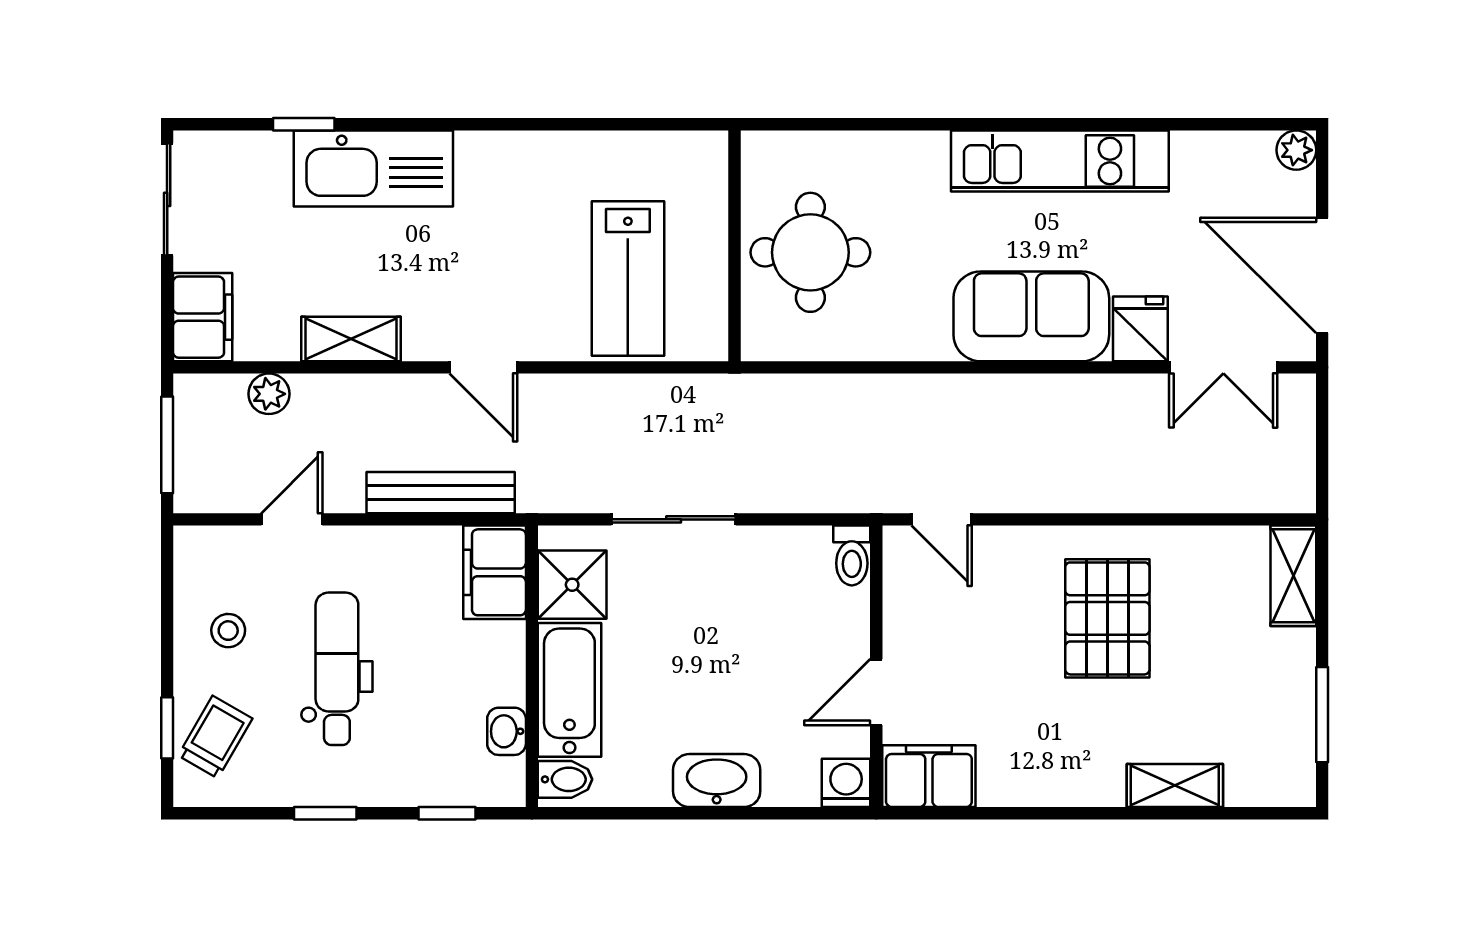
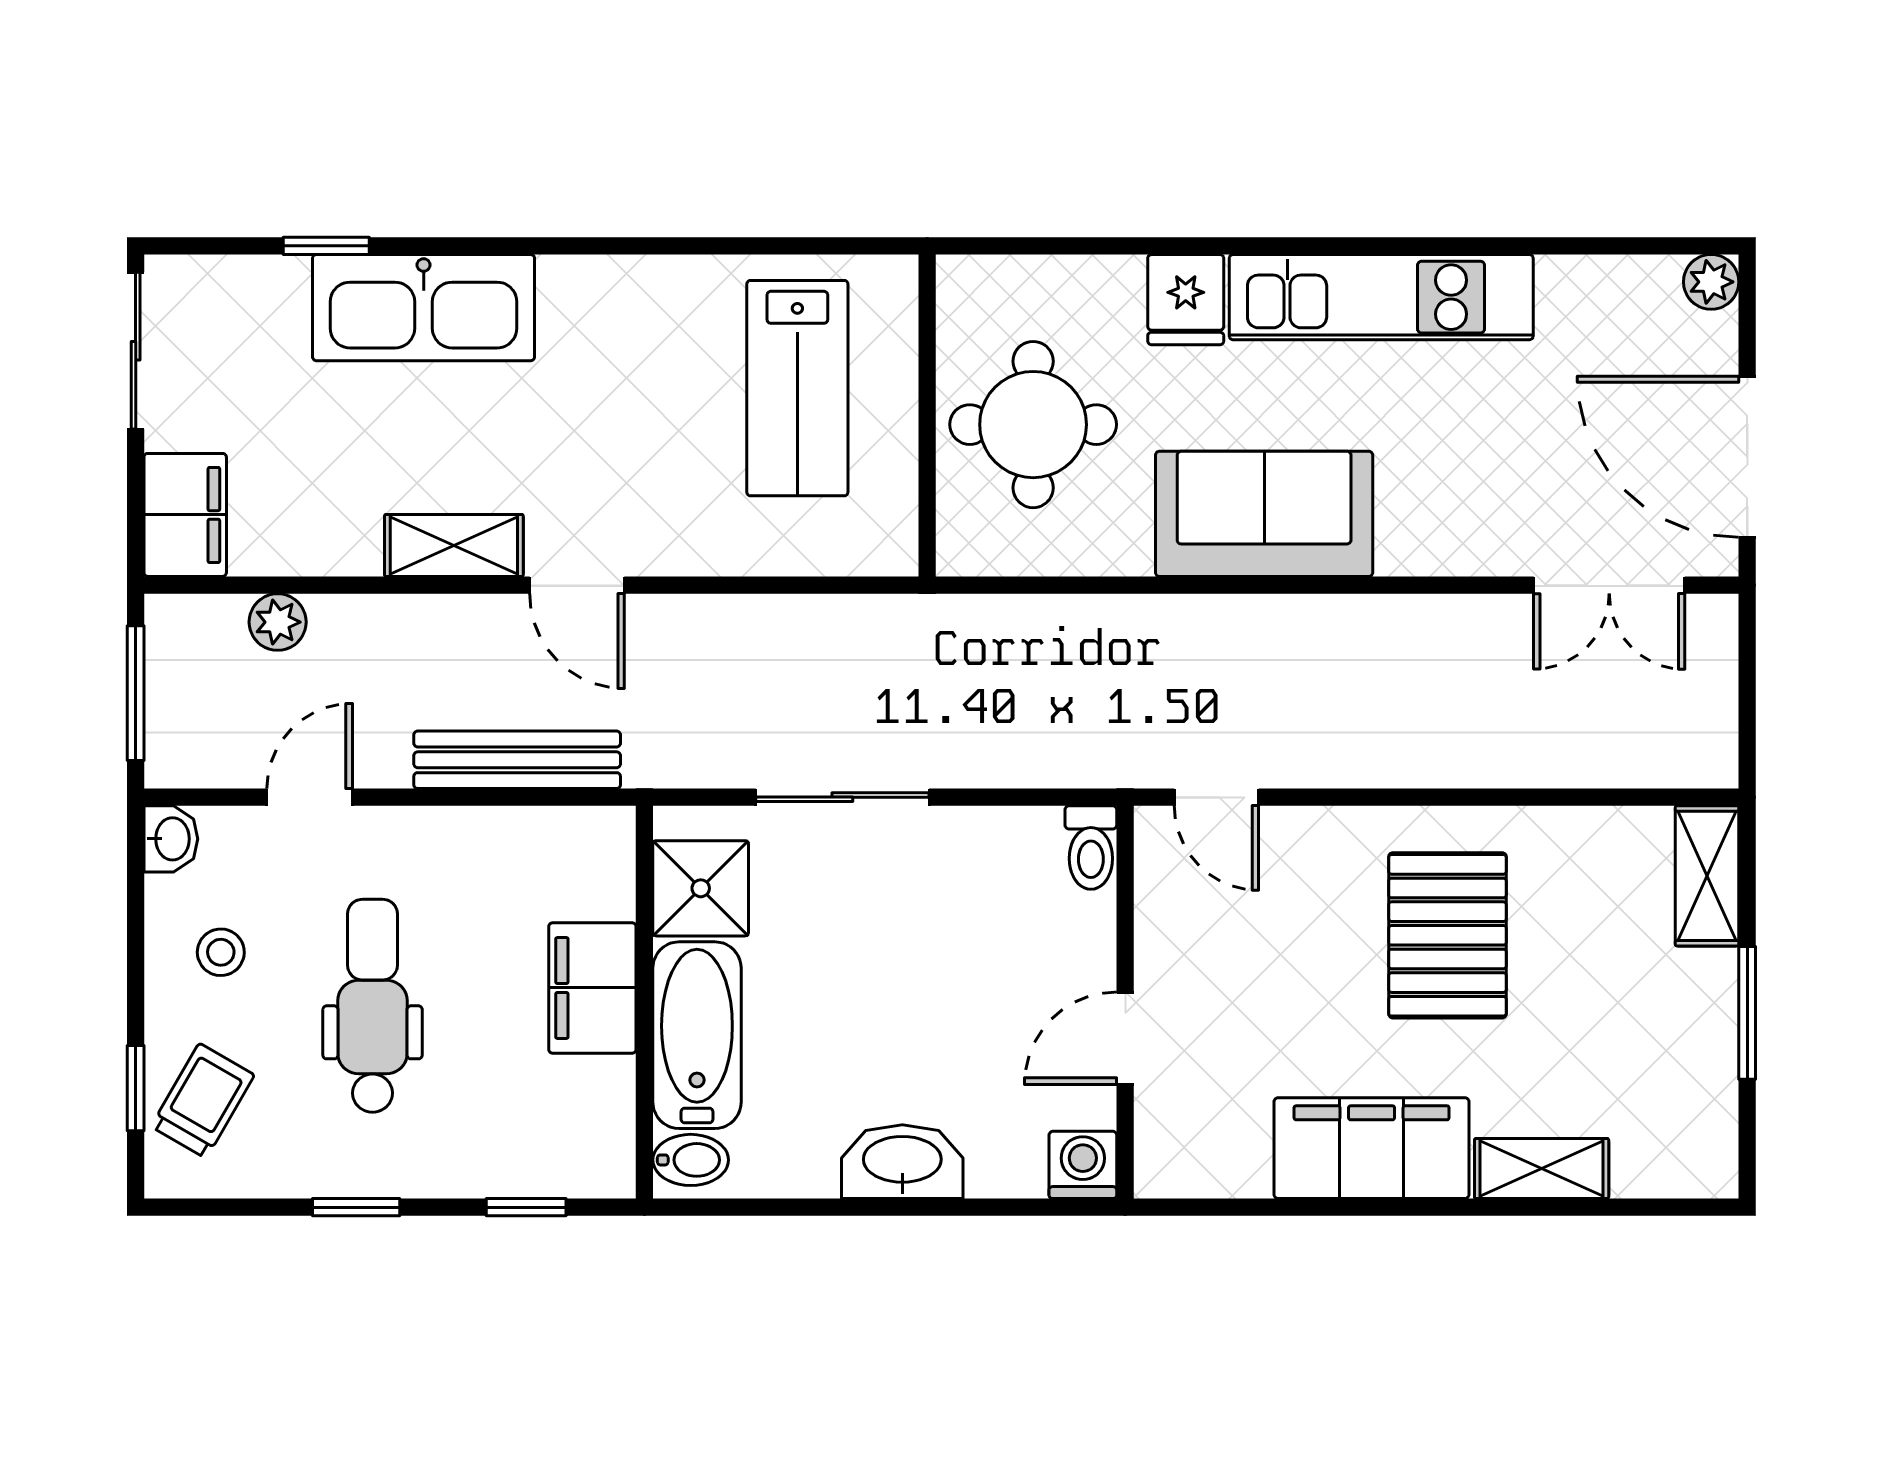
lab bench: (628, 278) -> (797, 388), moved
sofa: (1031, 316) -> (1264, 514), moved
fridge: (1140, 329) -> (1186, 300), moved, turned 180
shelving: (351, 339) -> (454, 545), moved
filing cabinet: (495, 572) -> (592, 988), moved
window: (1322, 715) -> (1747, 1013), moved
washbasin: (507, 731) -> (171, 839), moved, turned 180
filing cabinet: (929, 776) -> (1372, 1148), moved, width x1.50, depth x1.17

